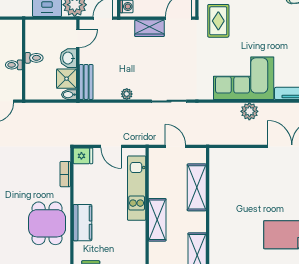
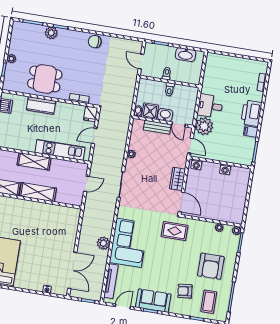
bench: (86, 82) -> (157, 127), moved
shelving: (197, 187) -> (38, 192), moved

